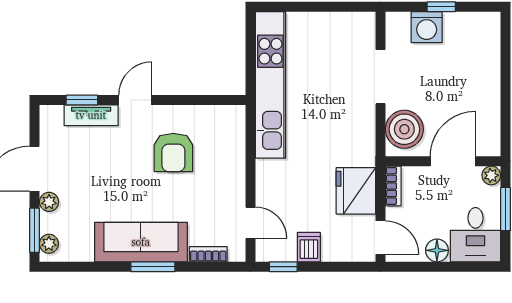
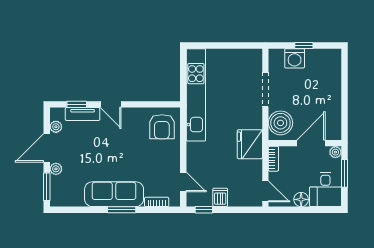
door: (135, 100) -> (111, 104), swing flipped
armchair: (173, 152) -> (162, 127), moved
fridge: (356, 191) -> (250, 144), moved
plant: (49, 244) -> (56, 127), moved

